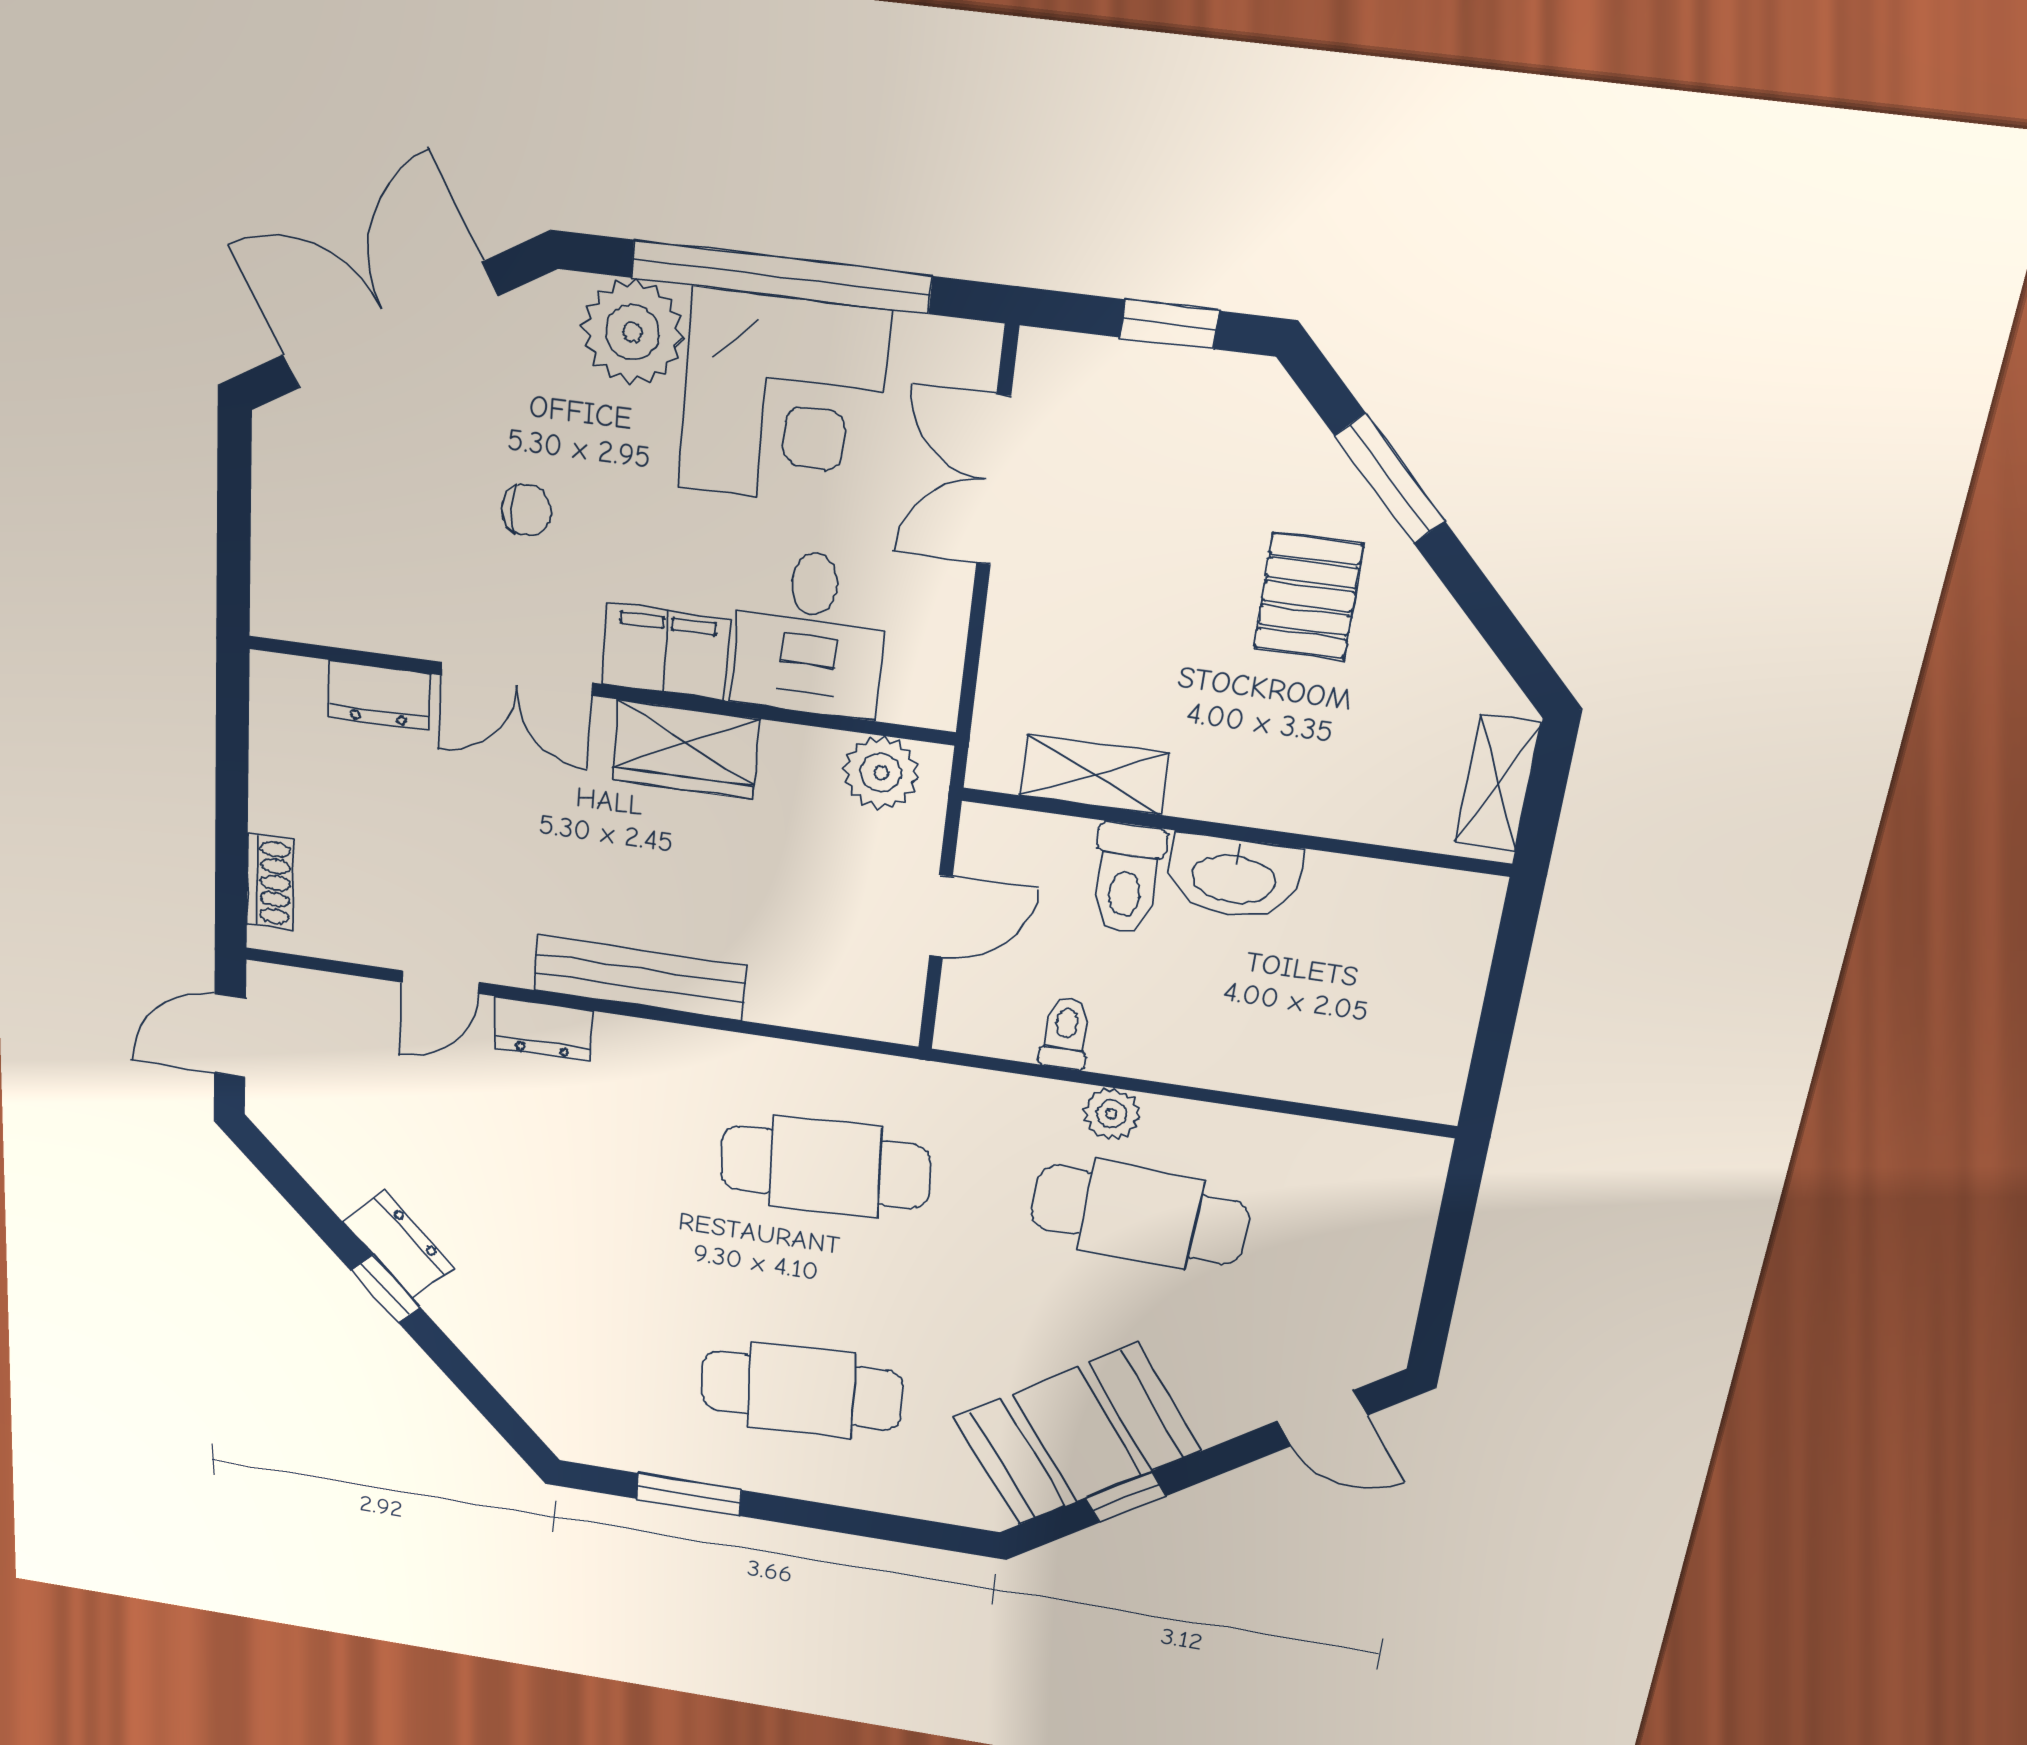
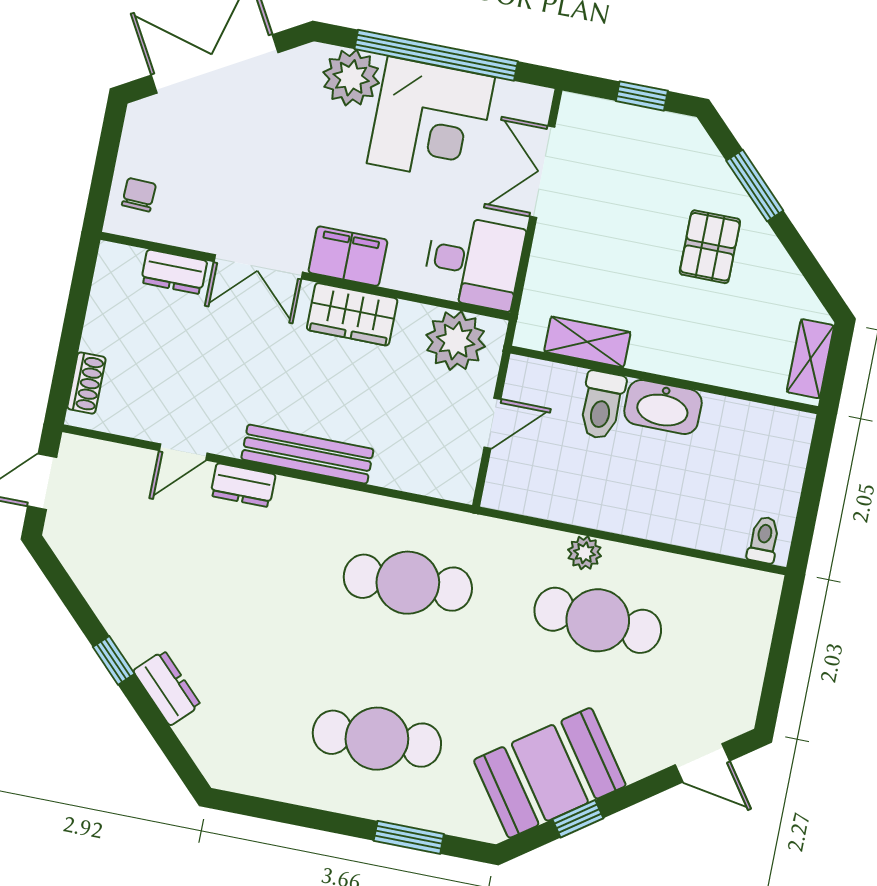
chair: (527, 511) -> (139, 195), moved, turned -88
desk: (810, 633) -> (474, 262), moved, turned -90
plant: (881, 773) -> (456, 341), width x1.36, depth x1.36
toilet: (1066, 1033) -> (764, 540), moved
dresser: (399, 1245) -> (167, 688), moved
window: (689, 1494) -> (409, 837), moved

